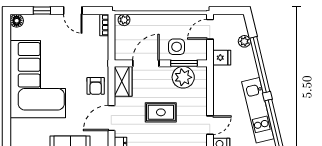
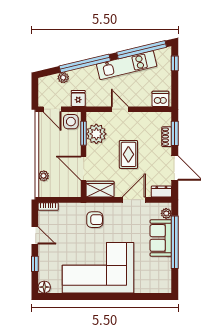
door: (73, 11) -> (35, 235), hinge flipped
plant: (124, 20) -> (44, 176), moved
side table: (177, 47) -> (71, 122), moved
armchair: (96, 86) -> (95, 220), moved
door: (111, 118) -> (134, 200), swing flipped
door: (210, 125) -> (120, 109), moved

